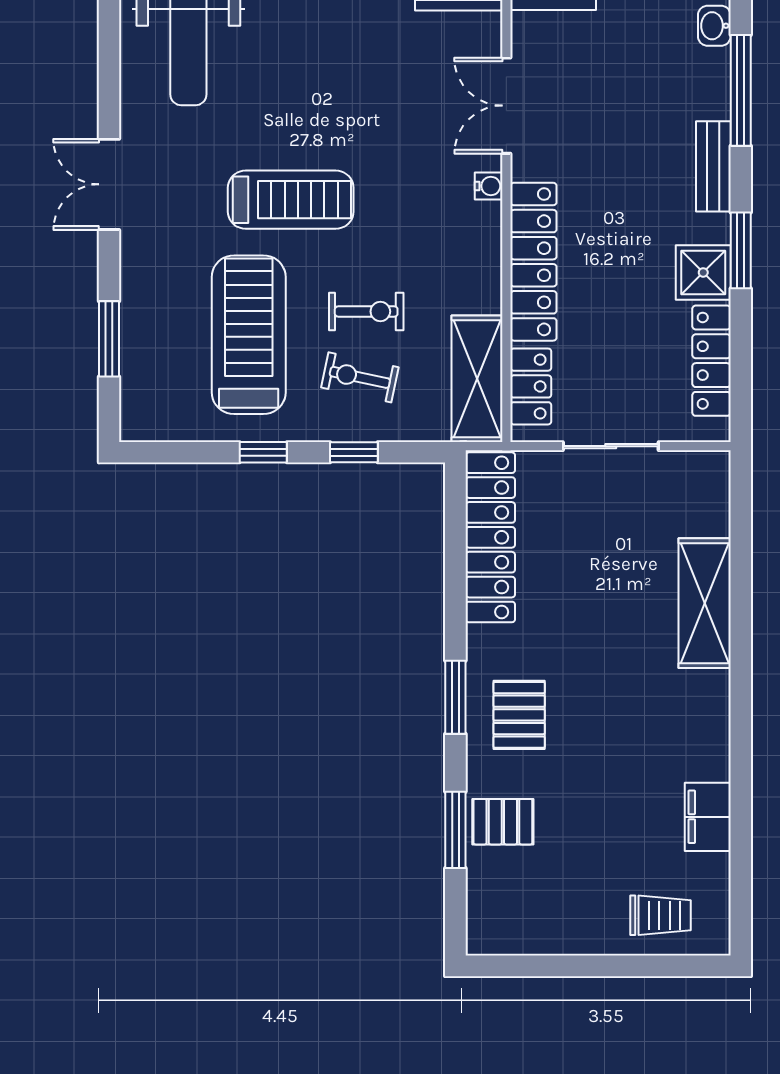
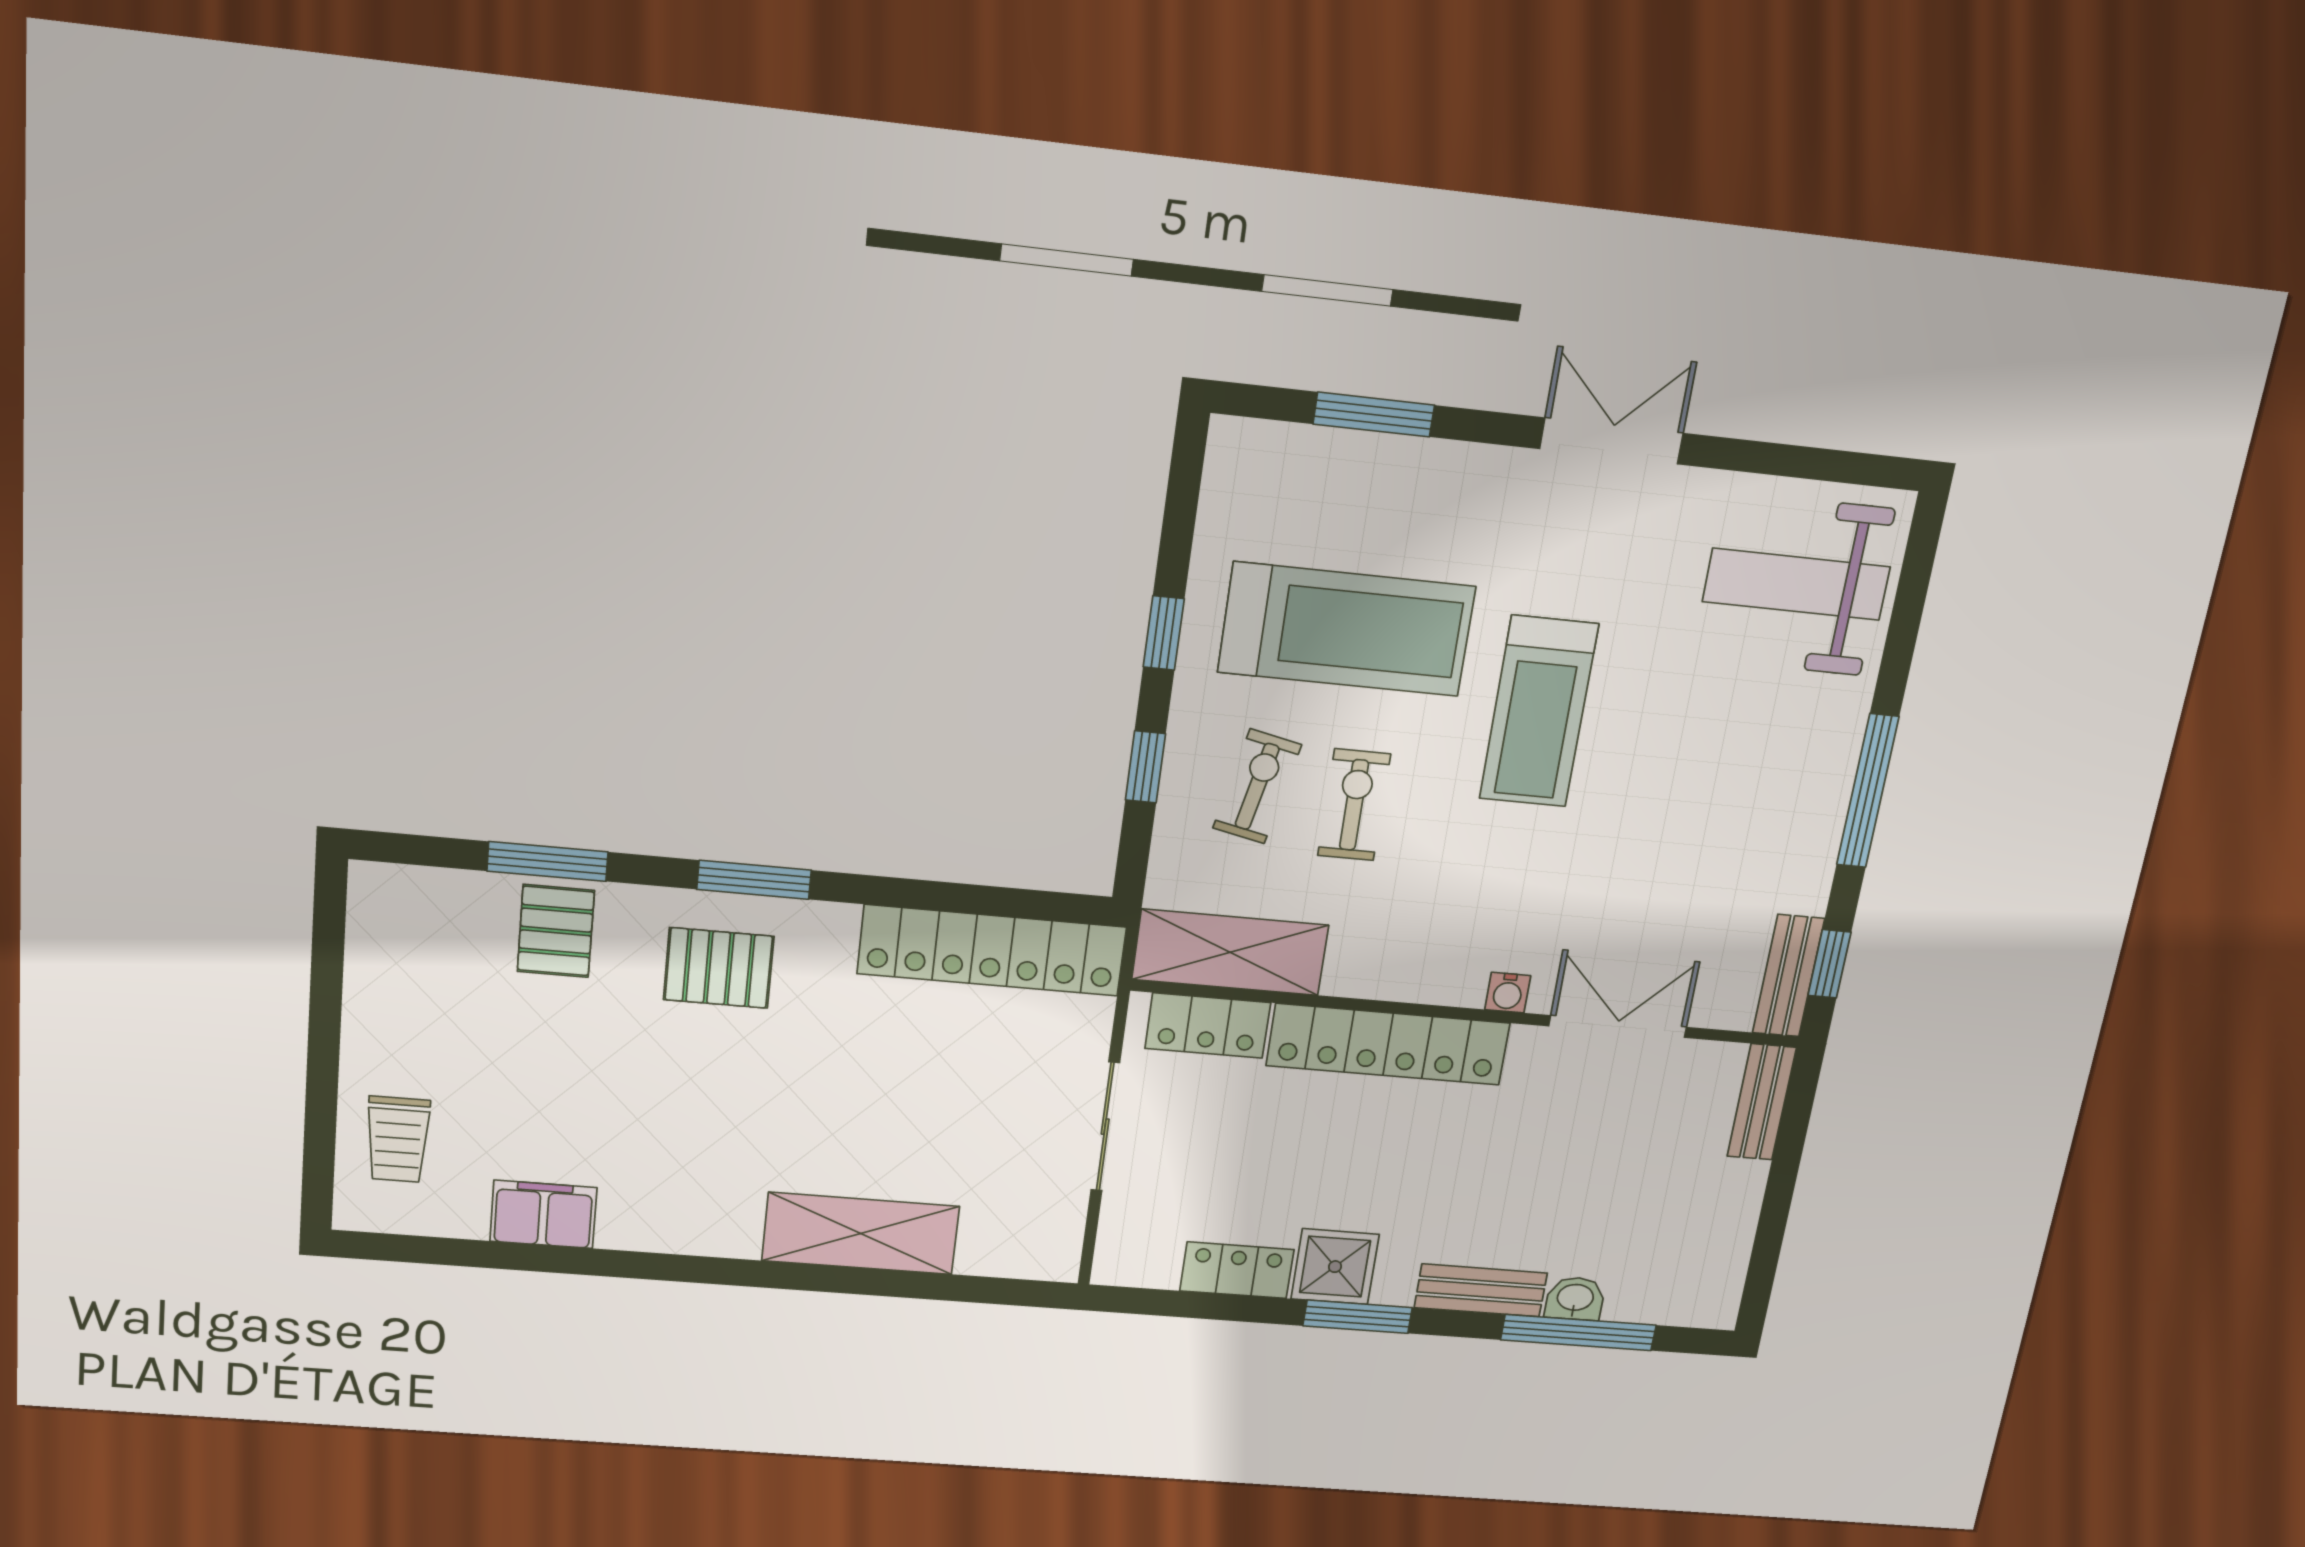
washbasin: (714, 26) -> (1575, 1299), moved
exercise bike: (366, 311) -> (1354, 805), turned 180
locker: (711, 361) -> (1237, 1270), width x0.66

